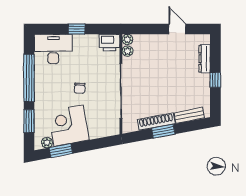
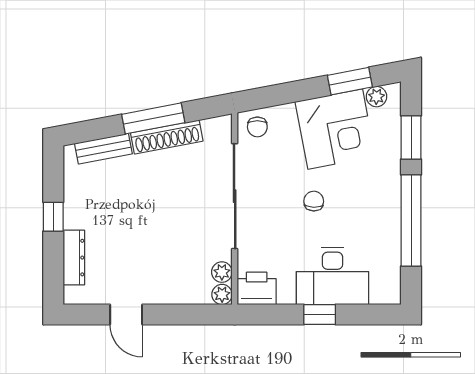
desk: (53, 49) -> (333, 276), moved
chair: (109, 127) -> (257, 127), added
window: (163, 131) -> (153, 118), width x1.44

